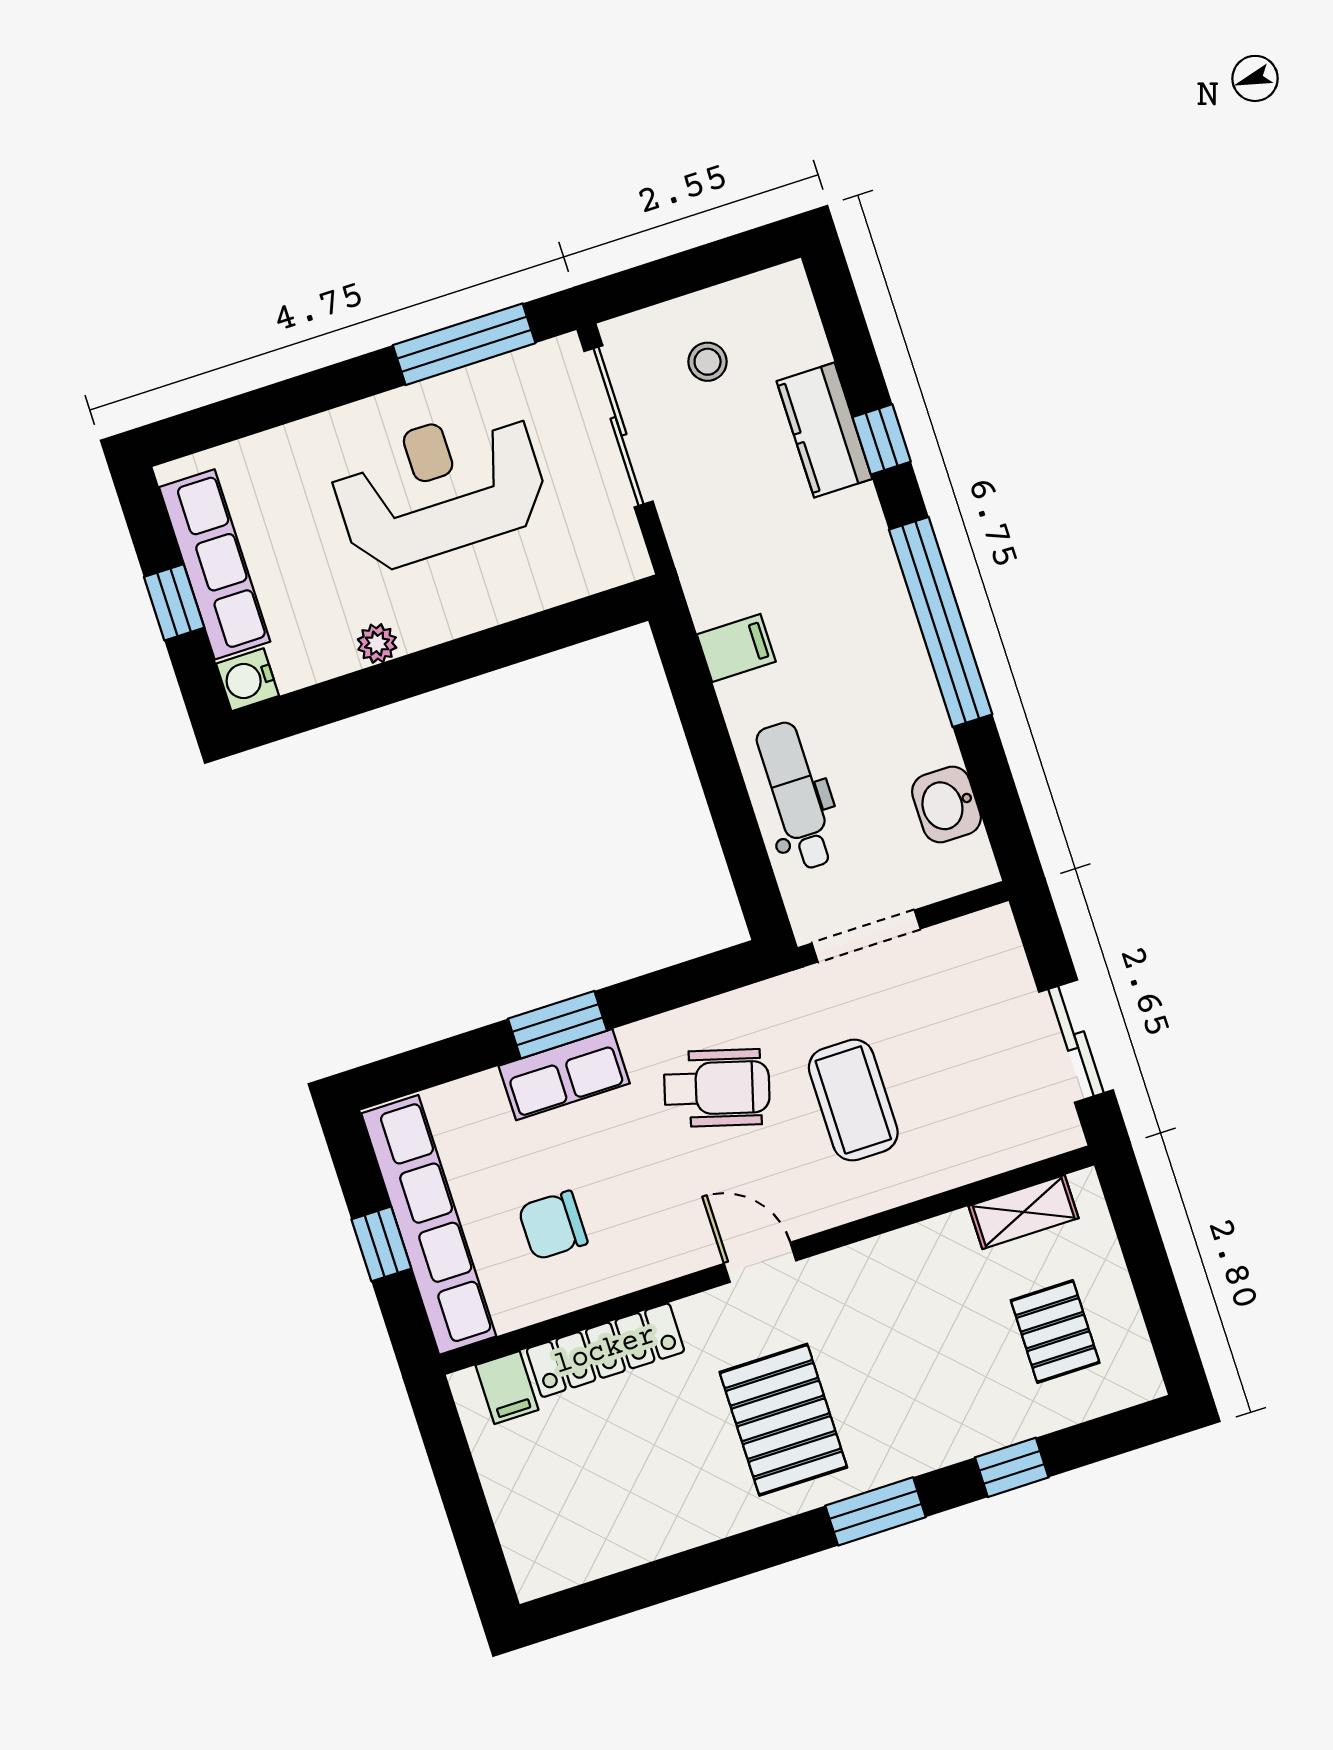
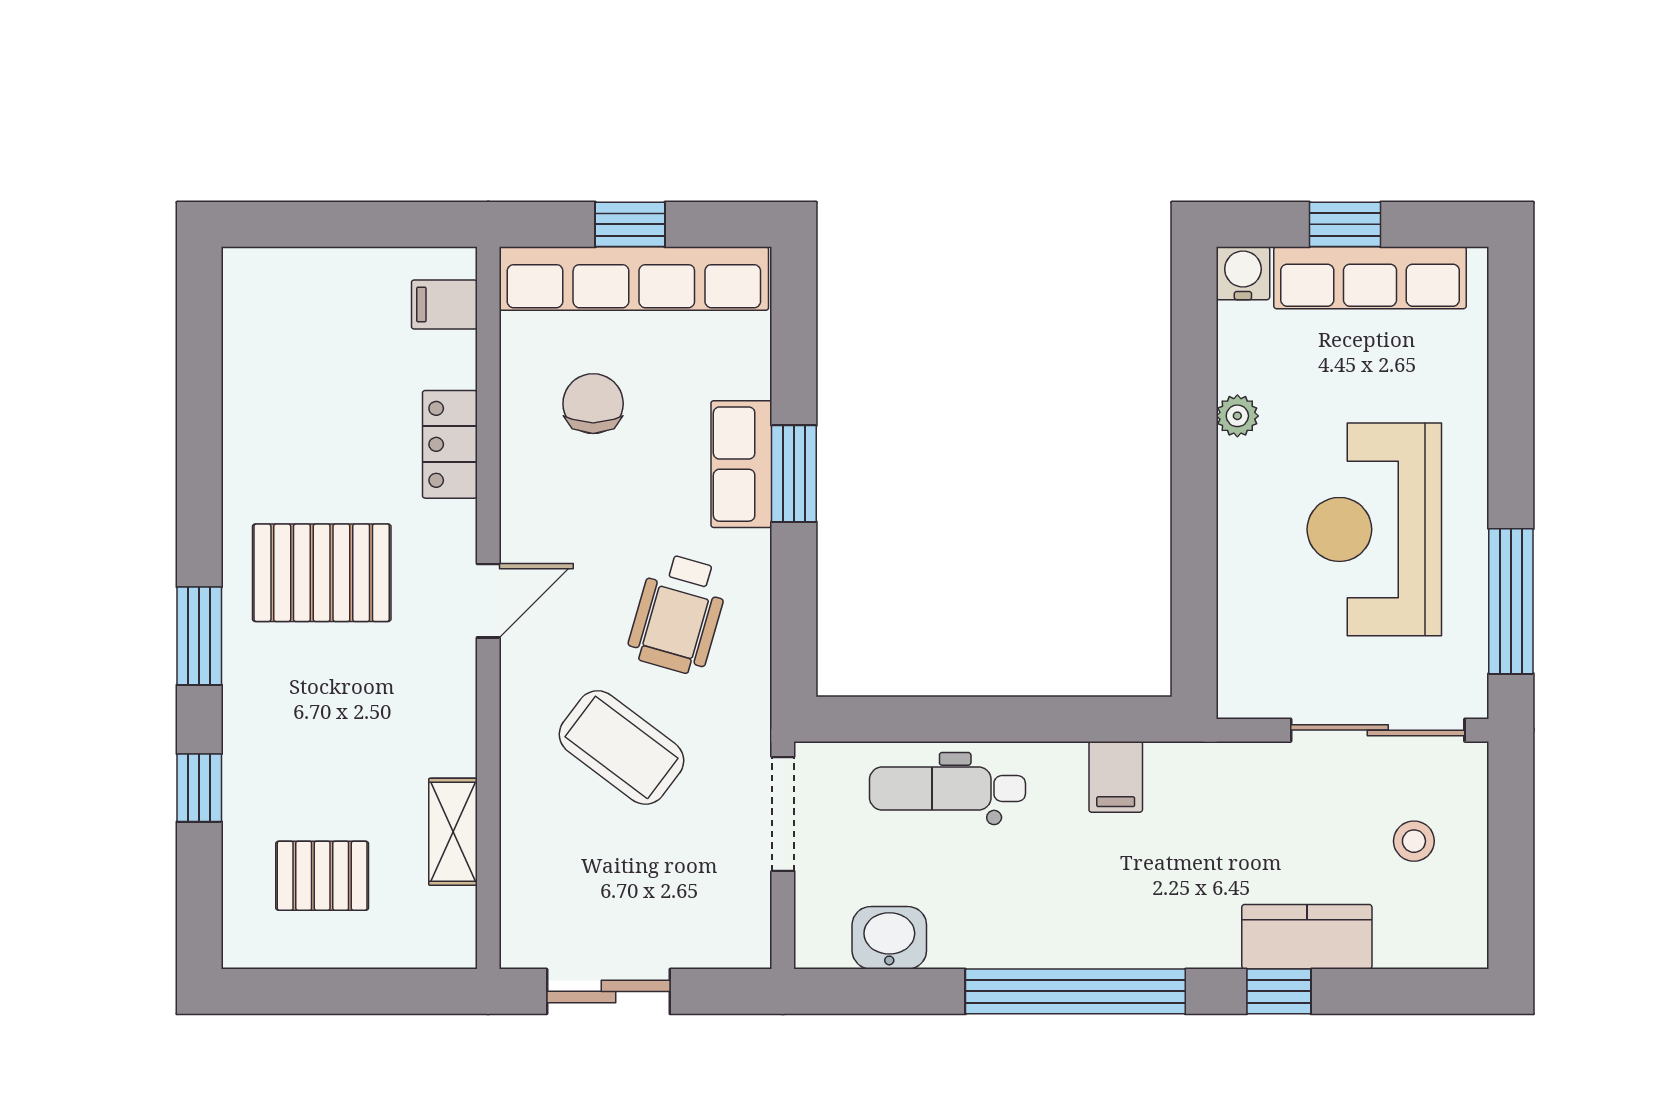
reception desk: (439, 488) -> (1374, 529), turned 180
dental chair: (796, 796) -> (947, 789), turned 180
coffee table: (853, 1100) -> (621, 747), turned 37
shelving: (1024, 1212) -> (453, 832), moved
locker: (605, 1350) -> (450, 444), width x0.66

